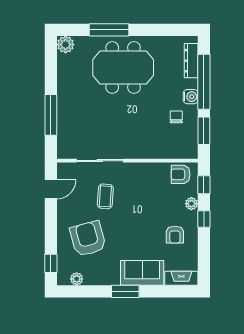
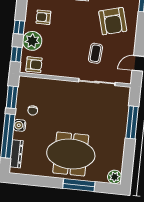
plant: (191, 204) -> (32, 41), width x1.87, depth x1.87
armchair: (175, 235) -> (43, 17), turned -90

